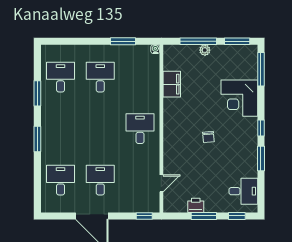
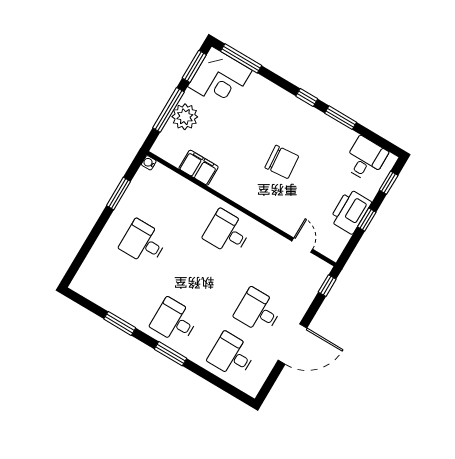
plant: (205, 50) -> (185, 117), width x1.88, depth x1.88
desk: (61, 77) -> (174, 321), moved
corner desk: (239, 98) -> (220, 78), moved
chair: (208, 137) -> (282, 162), width x1.87, depth x1.87
printer: (196, 205) -> (350, 211), width x1.87, depth x1.48
window: (204, 216) -> (367, 220), width x0.67

